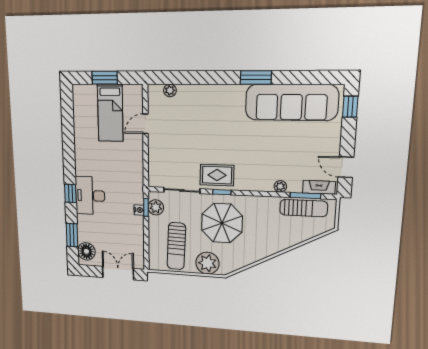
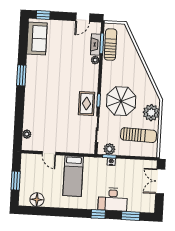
sofa: (291, 102) -> (37, 38), width x0.54, depth x0.79
bed: (110, 113) -> (73, 176), moved, turned 90
fireplace: (319, 187) -> (96, 45), moved
desk: (90, 196) -> (113, 199), moved
floor lamp: (86, 251) -> (37, 200), moved

